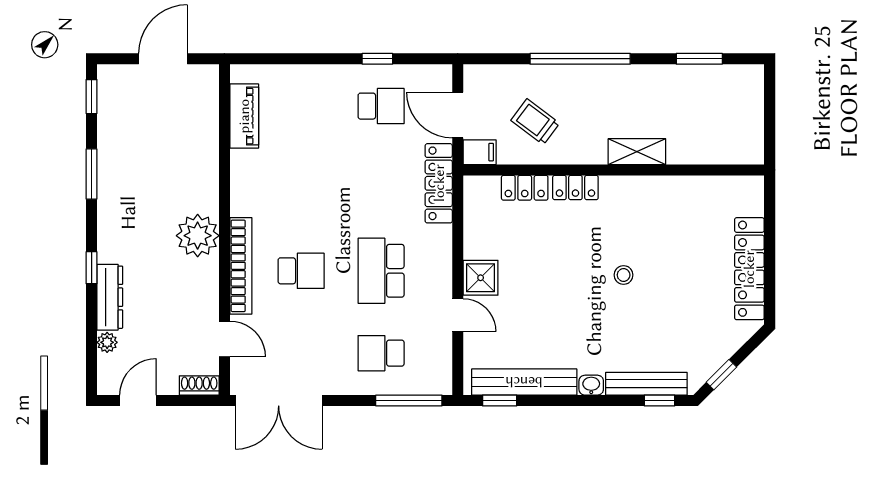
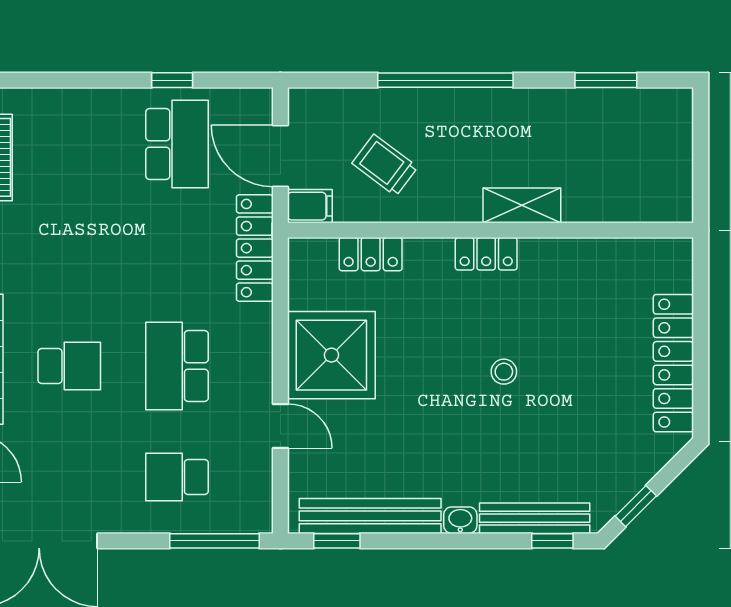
school desk: (381, 106) -> (177, 144), width x1.85
locker: (575, 188) -> (486, 254), moved
shower: (481, 278) -> (331, 355), width x1.86, depth x1.86

